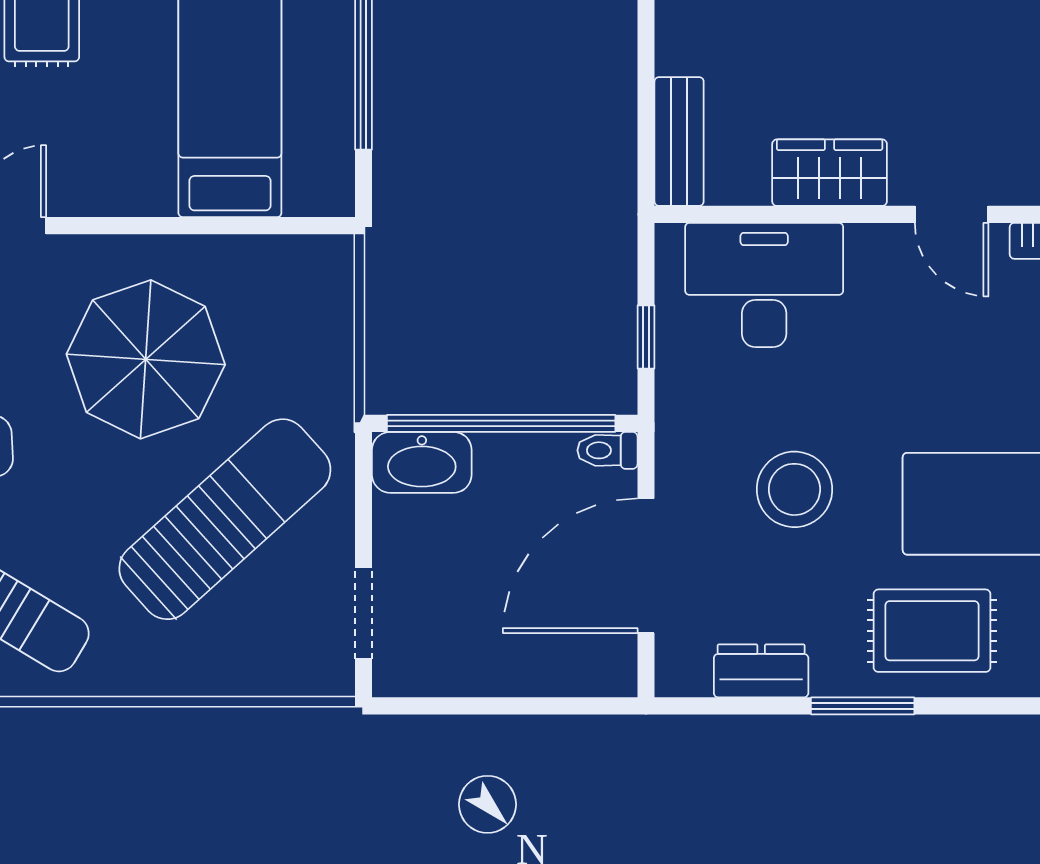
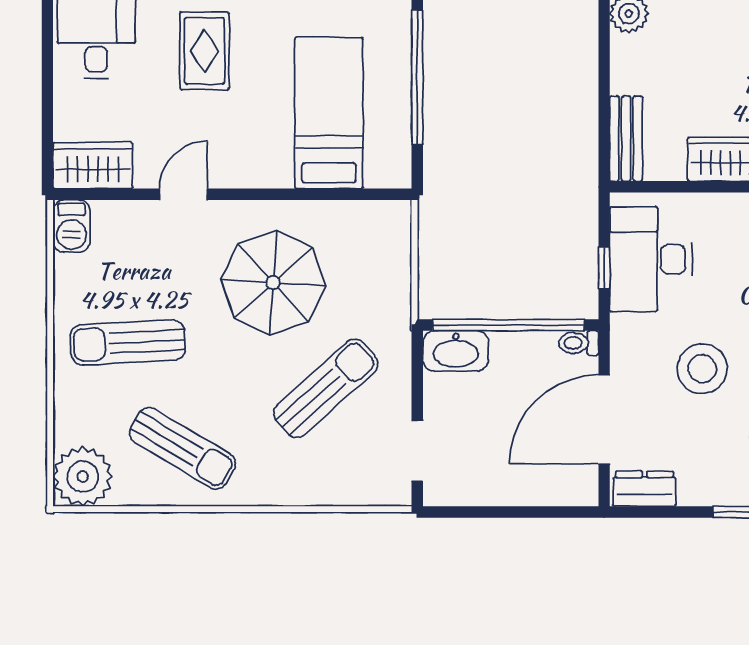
desk: (764, 285) -> (651, 259), moved, turned -90
sun lounger: (225, 519) -> (326, 388), width x0.73, depth x0.75
dresser: (761, 671) -> (645, 489), moved

